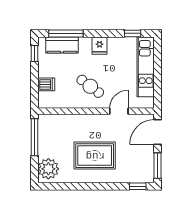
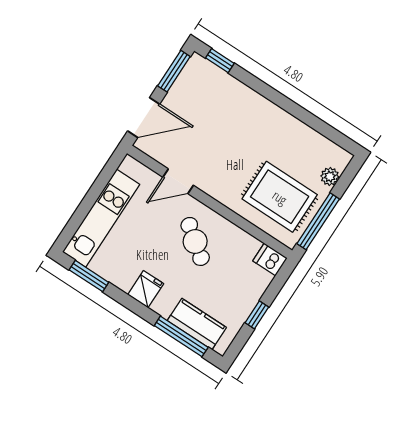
window: (133, 33) -> (89, 276), width x1.50
window: (35, 54) -> (257, 315), moved
dishwasher: (46, 84) -> (270, 259), moved
rug: (95, 156) -> (280, 197), moved
plant: (48, 169) -> (330, 177), width x0.53, depth x0.53

